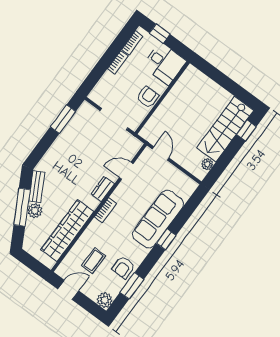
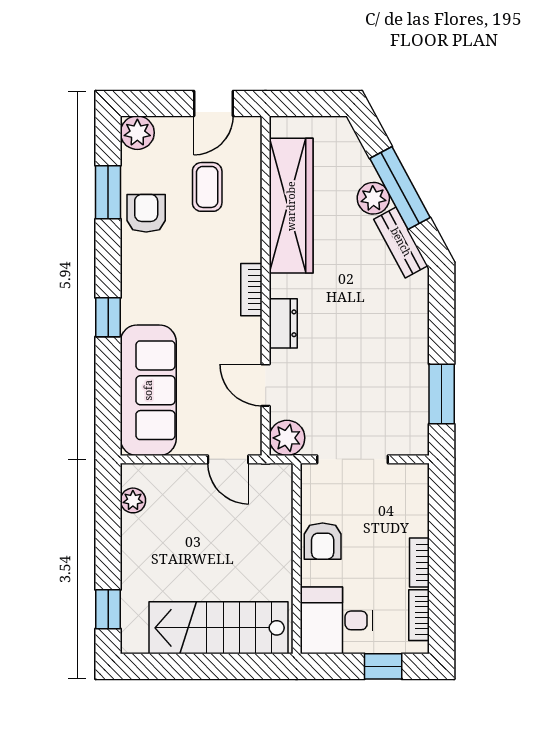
stairs: (225, 129) -> (218, 628), moved, turned -90
plant: (133, 145) -> (287, 438), added
door: (126, 171) -> (266, 385), swing flipped
sofa: (158, 219) -> (148, 390), moved

